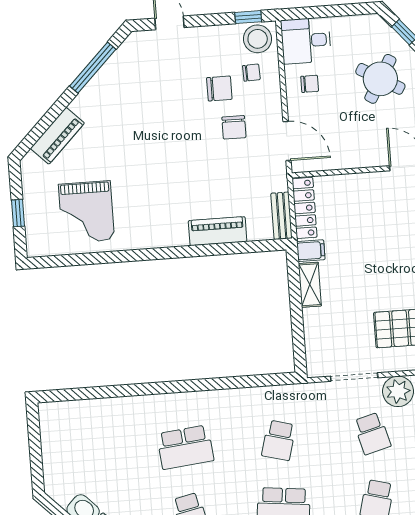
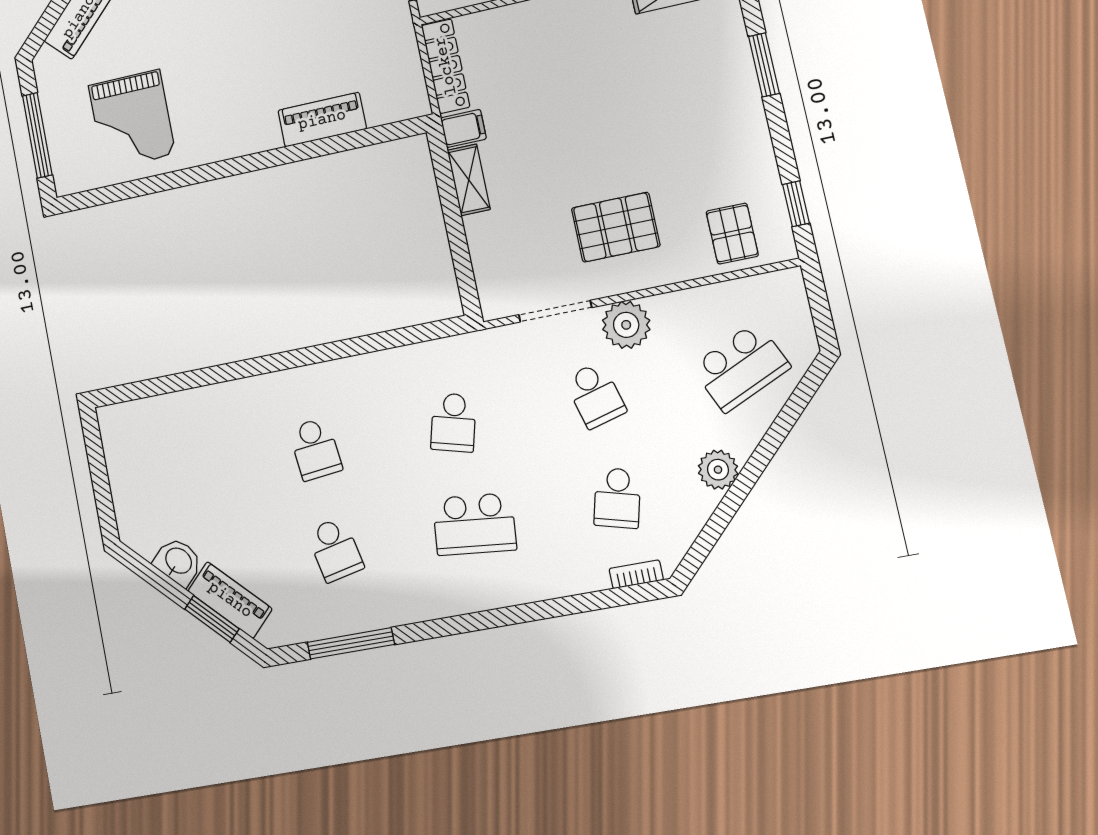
window: (18, 213) -> (37, 135), width x2.17
bench: (281, 216) -> (413, 83), removed
school desk: (185, 447) -> (315, 449), width x0.54

